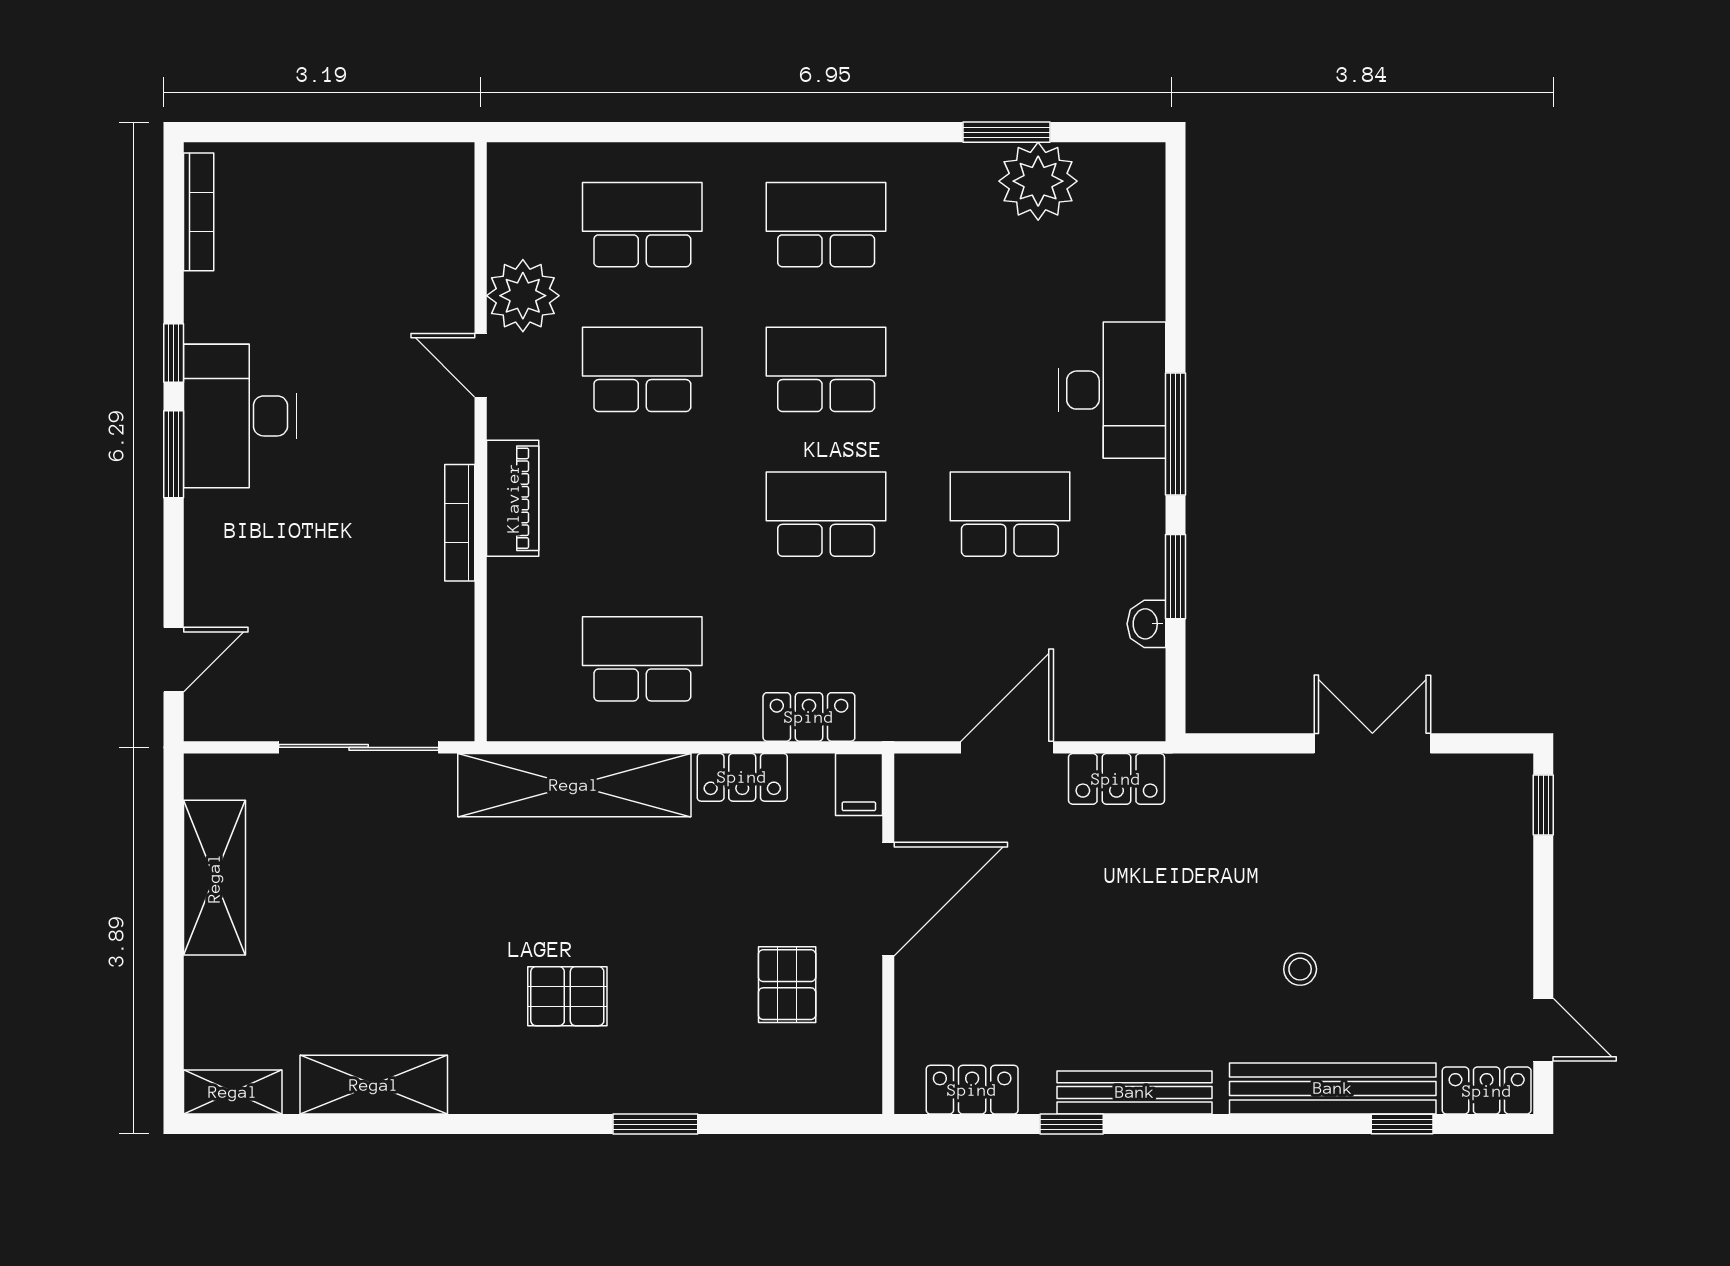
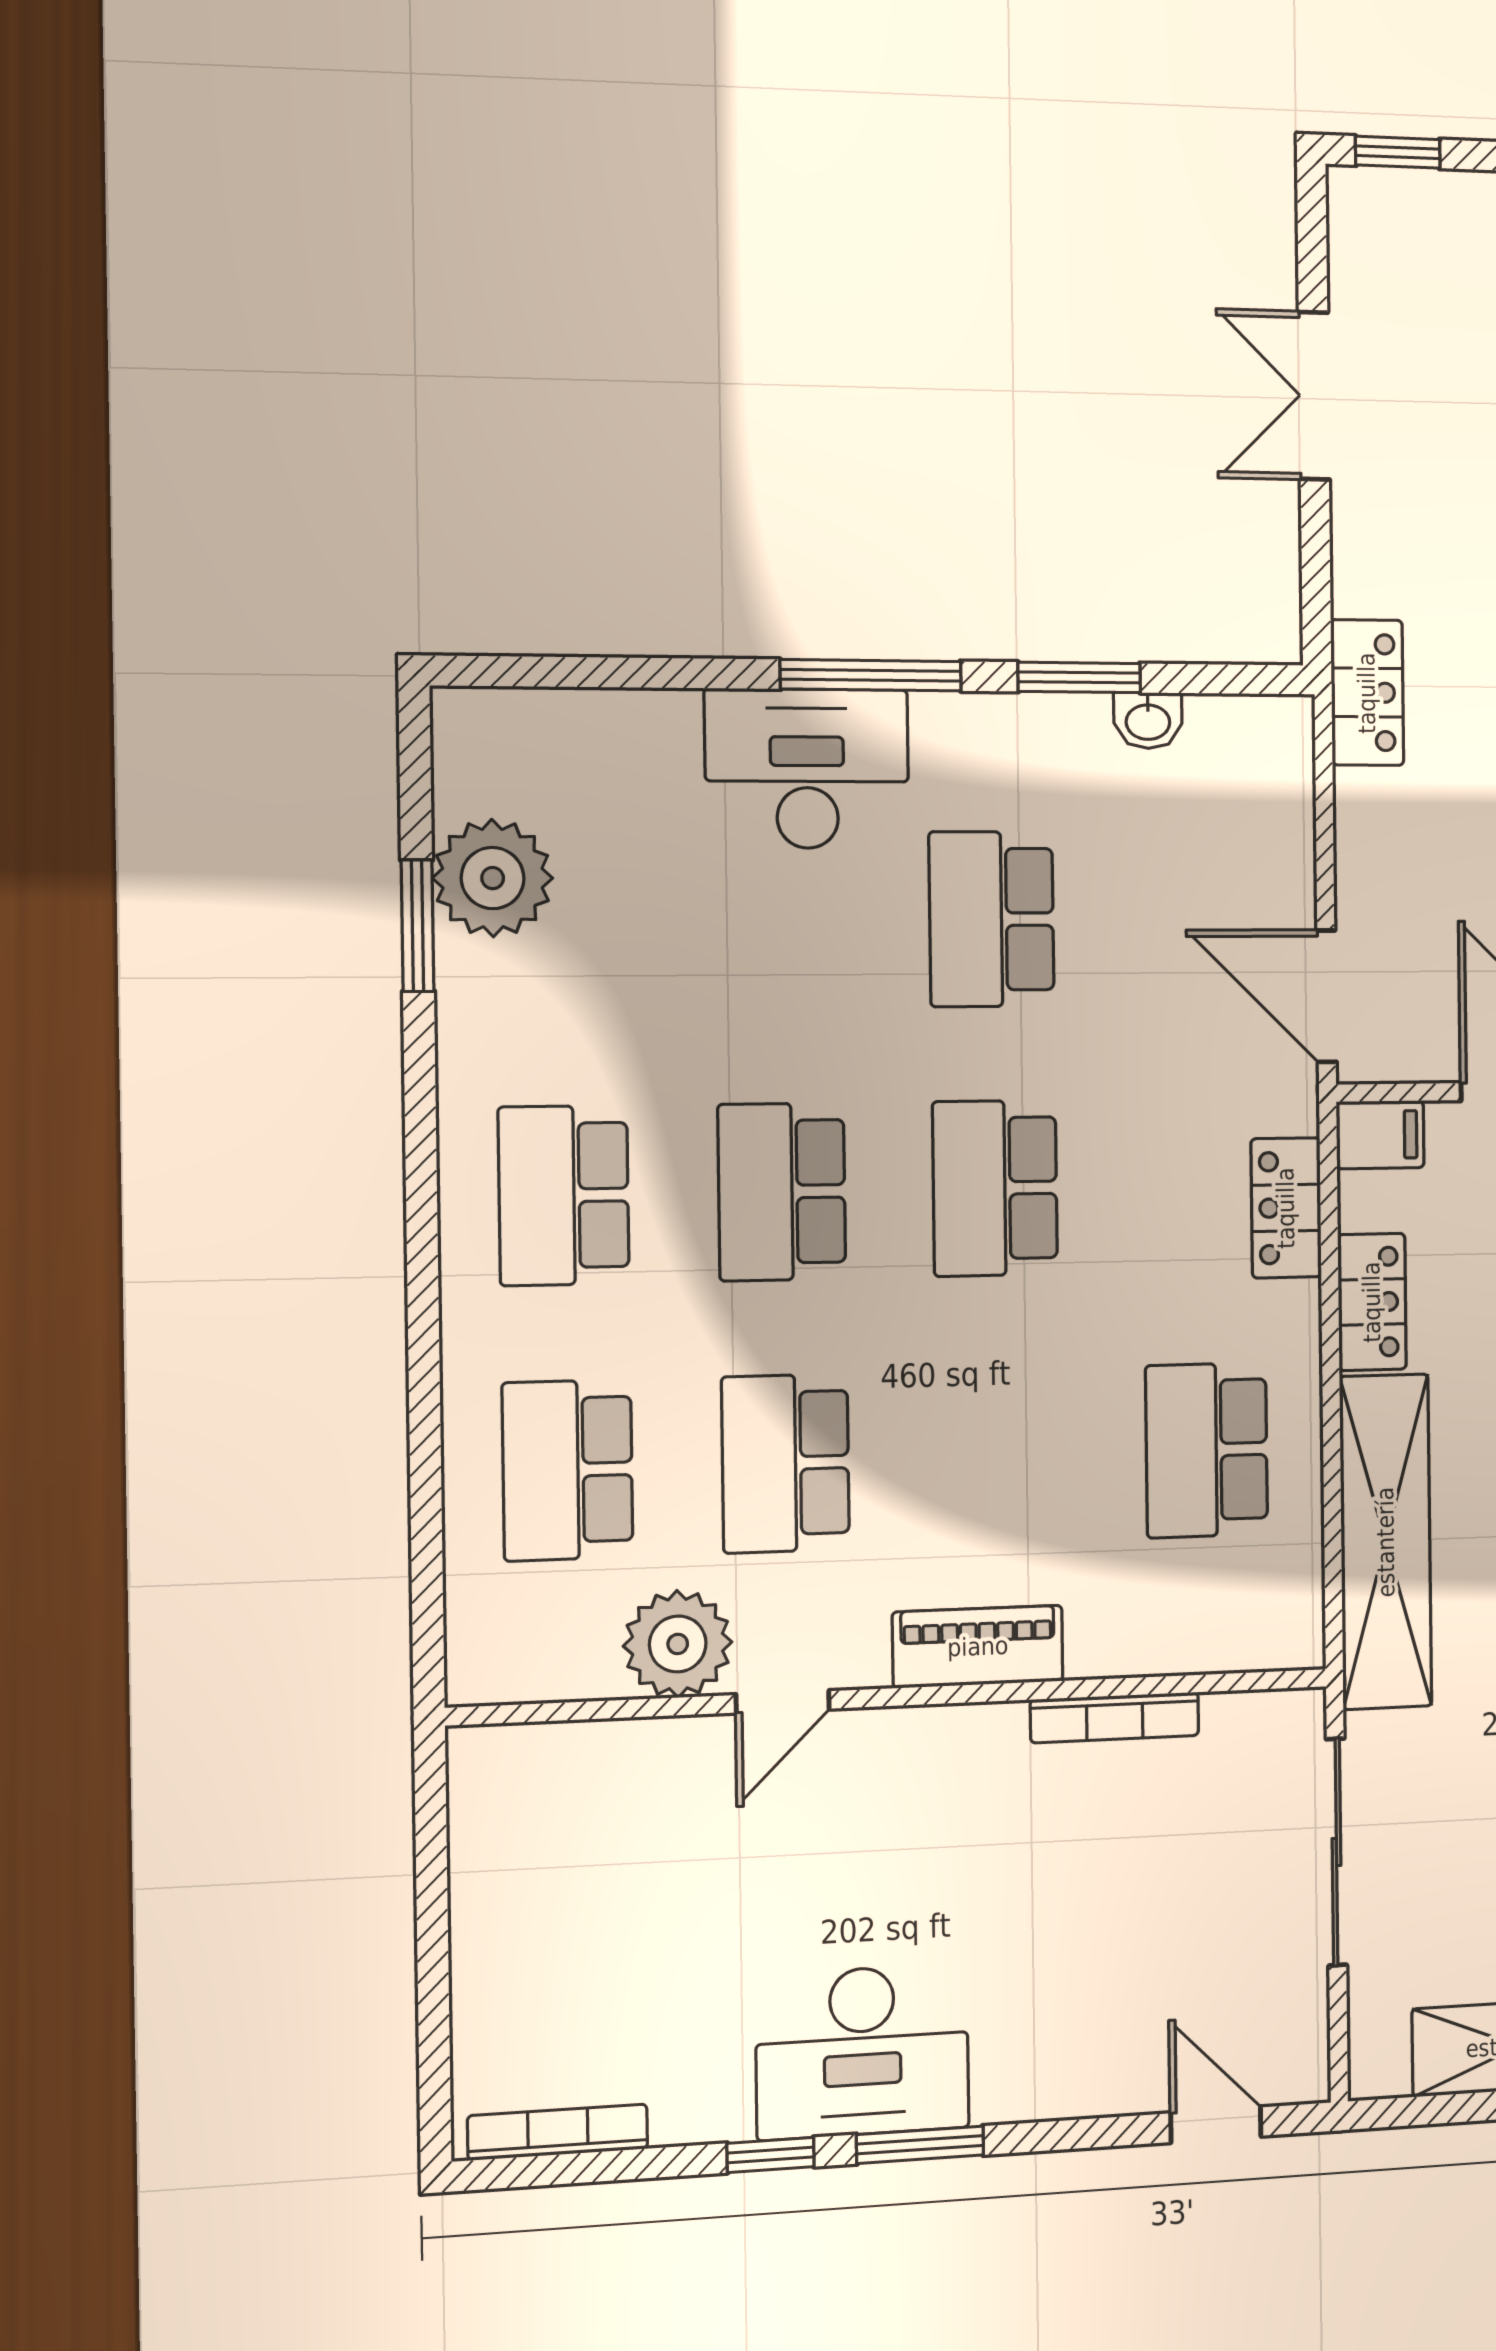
bookcase: (460, 523) -> (1115, 1718), moved
door: (1007, 747) -> (1327, 996), moved
locker: (1116, 779) -> (1367, 693), moved

